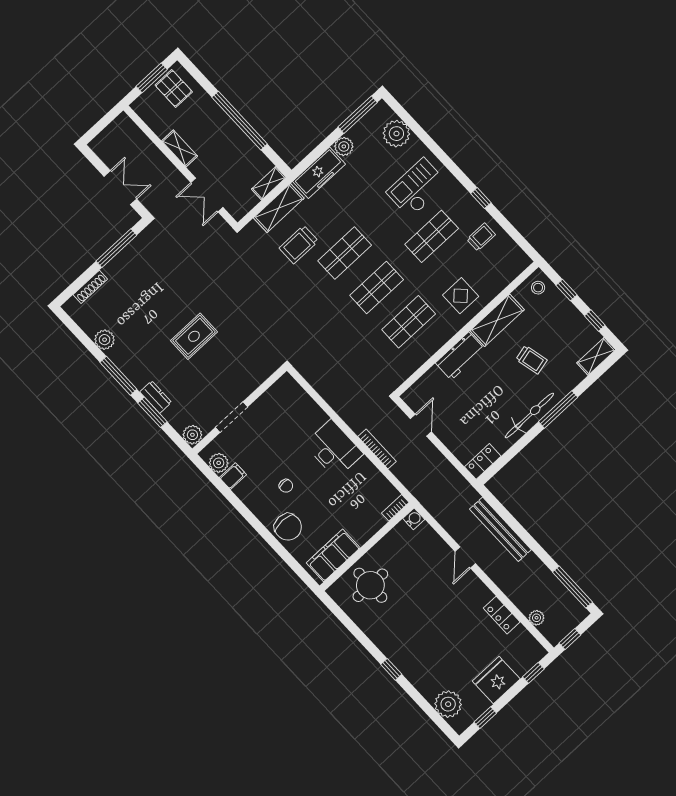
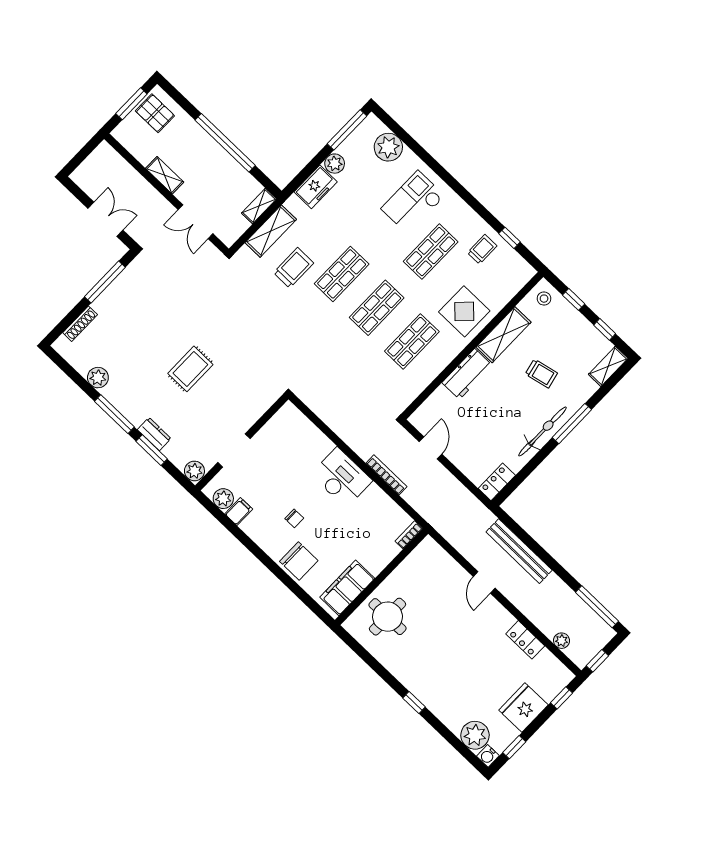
freezer: (319, 173) -> (316, 187), width x0.71
window: (481, 198) -> (509, 238), moved
trolley: (299, 245) -> (294, 268), turned 180
display table: (461, 296) -> (464, 311), width x1.36, depth x1.36
water cooler: (414, 519) -> (488, 756), moved, turned 180

